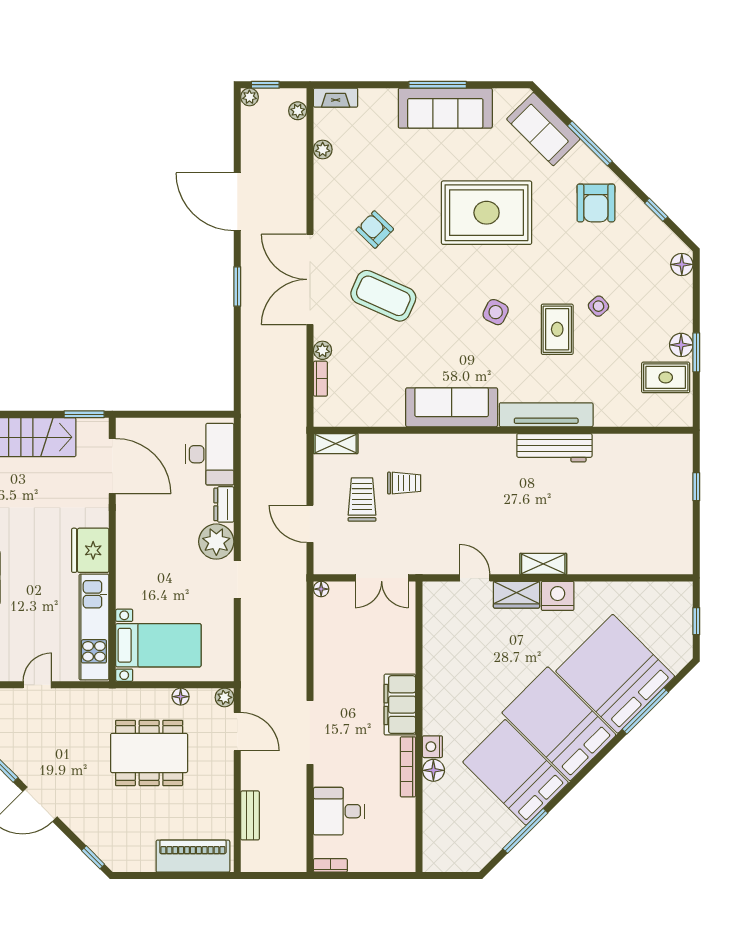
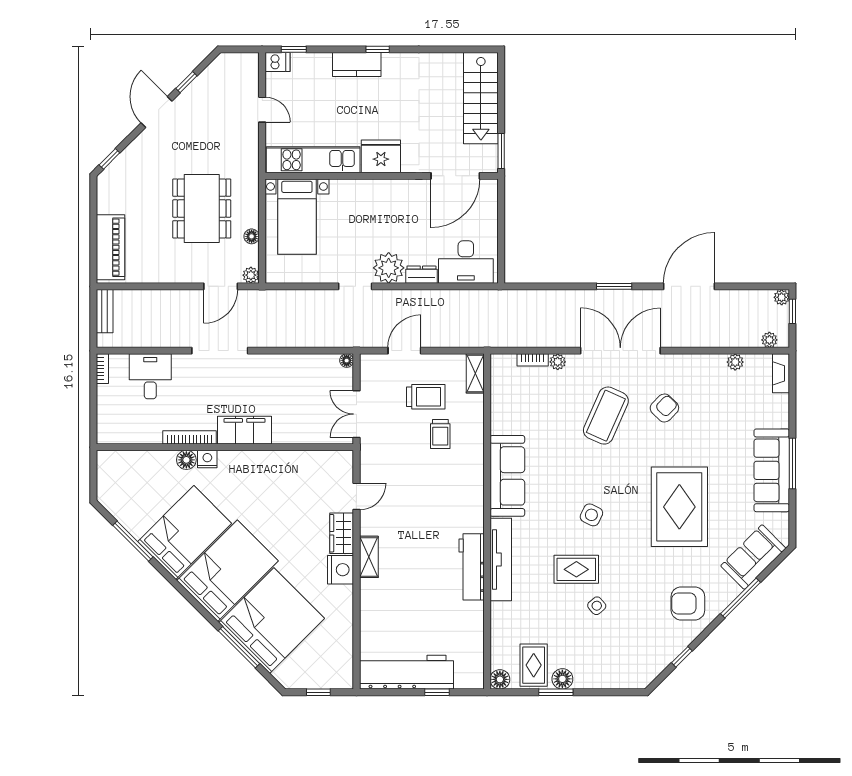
floor lamp: (682, 264) -> (500, 679), moved
workbench: (674, 521) -> (406, 672), added
bench: (250, 815) -> (105, 311), moved, turned 90

